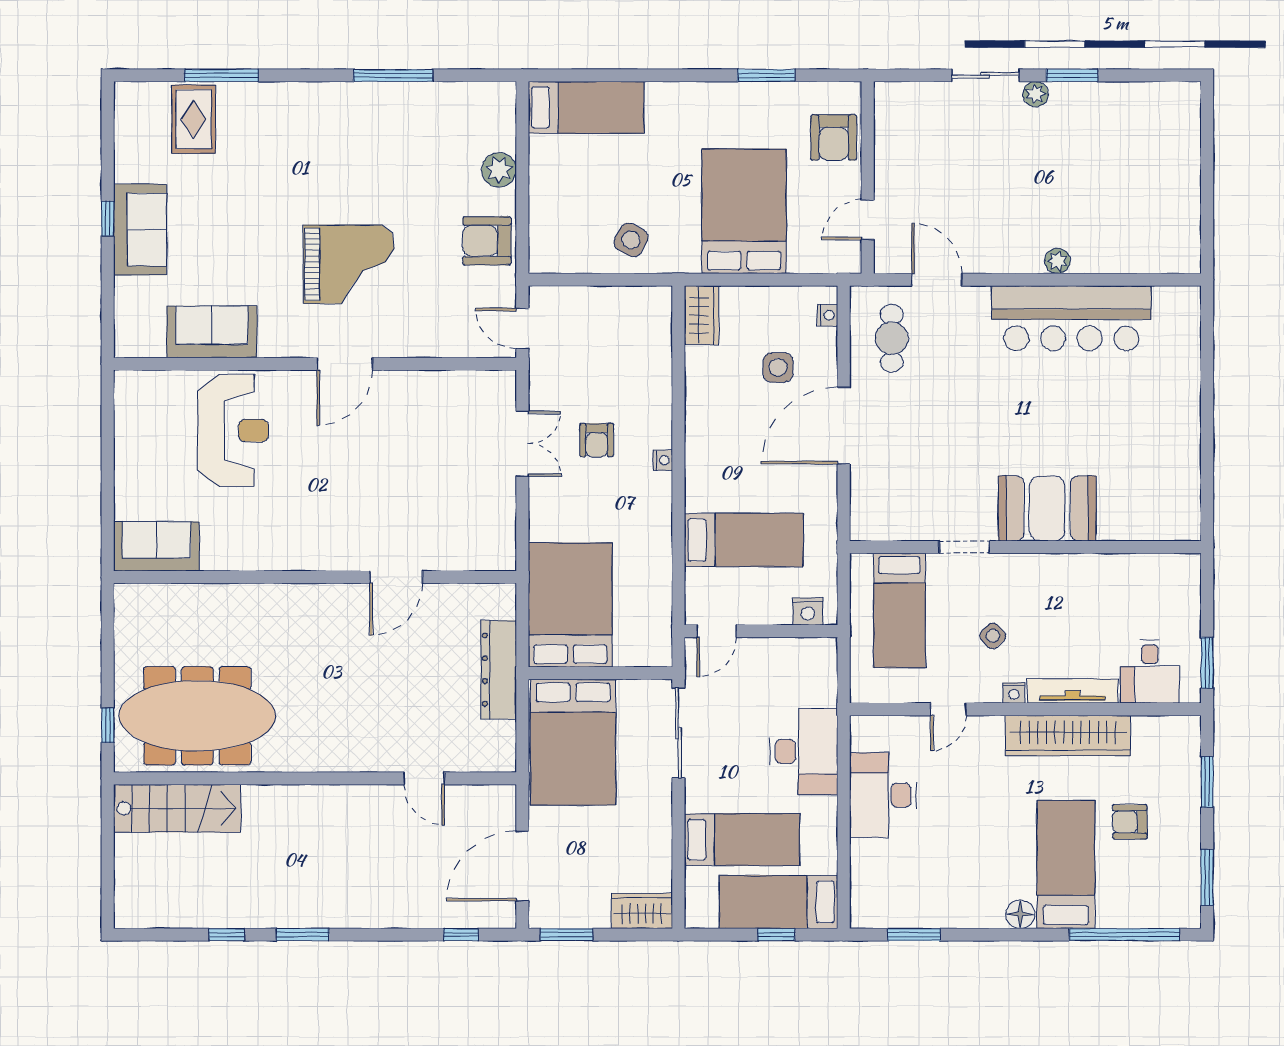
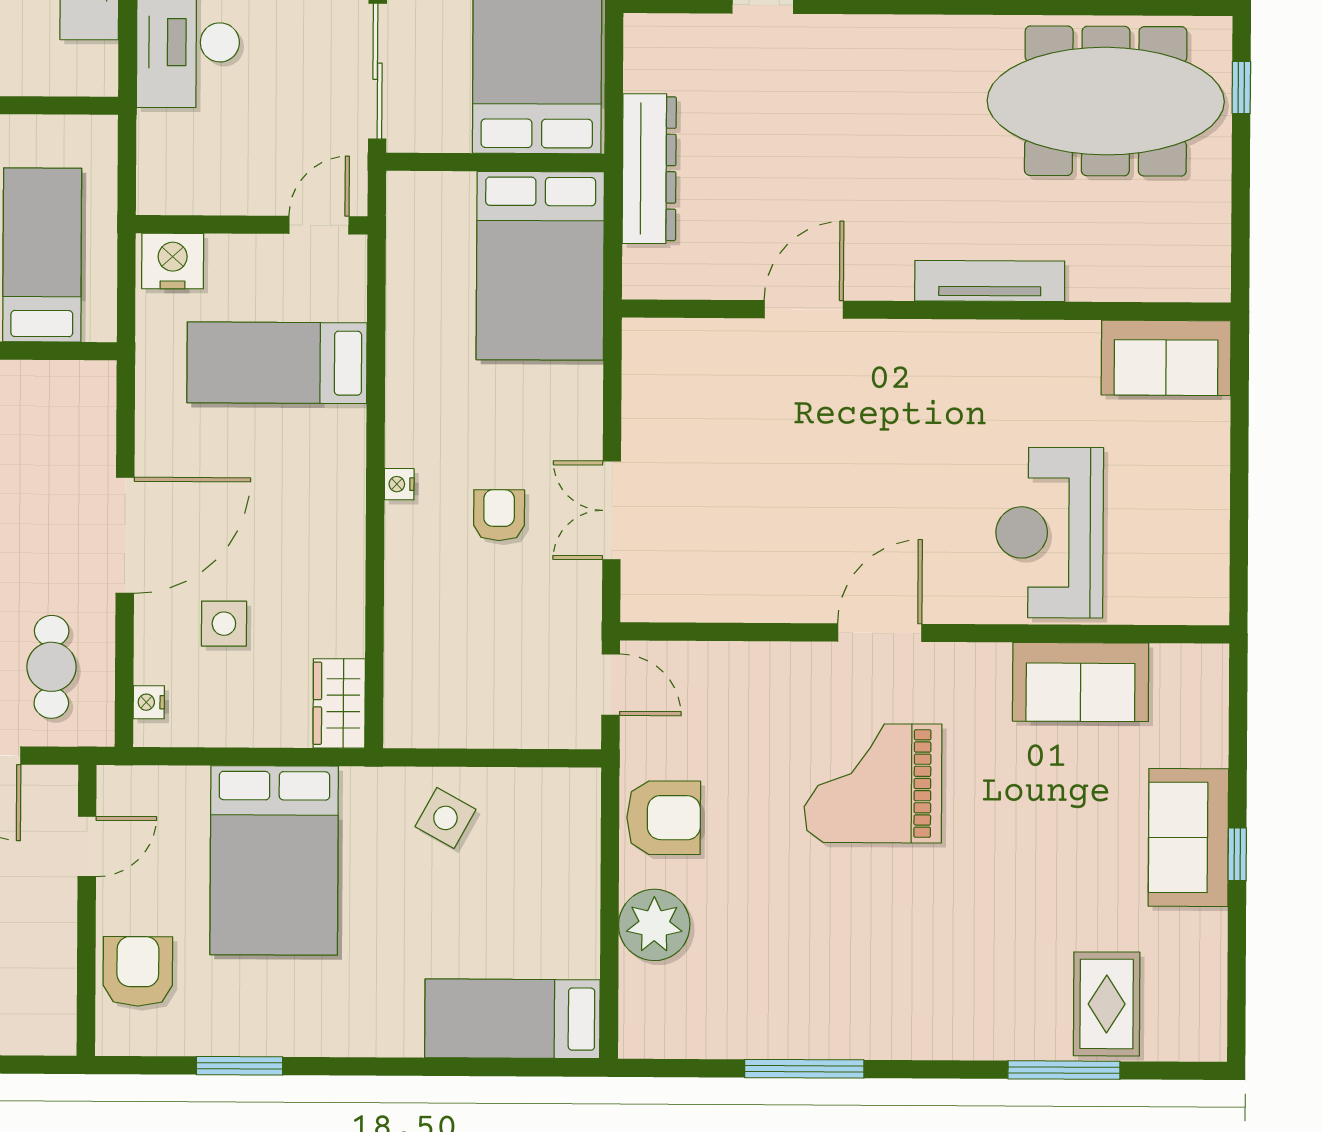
plant: (499, 170) -> (654, 925), width x1.36, depth x1.36
tv unit: (273, 596) -> (990, 281), added
nightstand: (808, 611) -> (173, 261), width x1.36, depth x1.33

